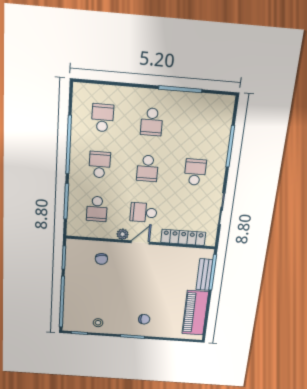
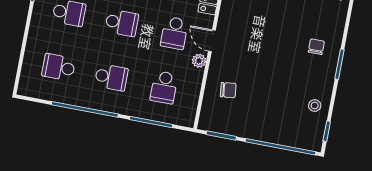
school desk: (100, 165) -> (111, 77), turned 180
school desk: (97, 209) -> (164, 87), turned 90

